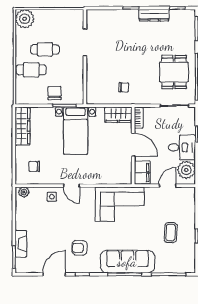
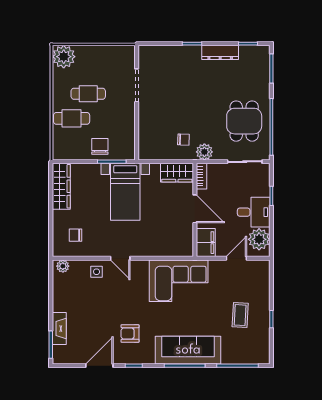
plant: (141, 98) -> (204, 152), added

